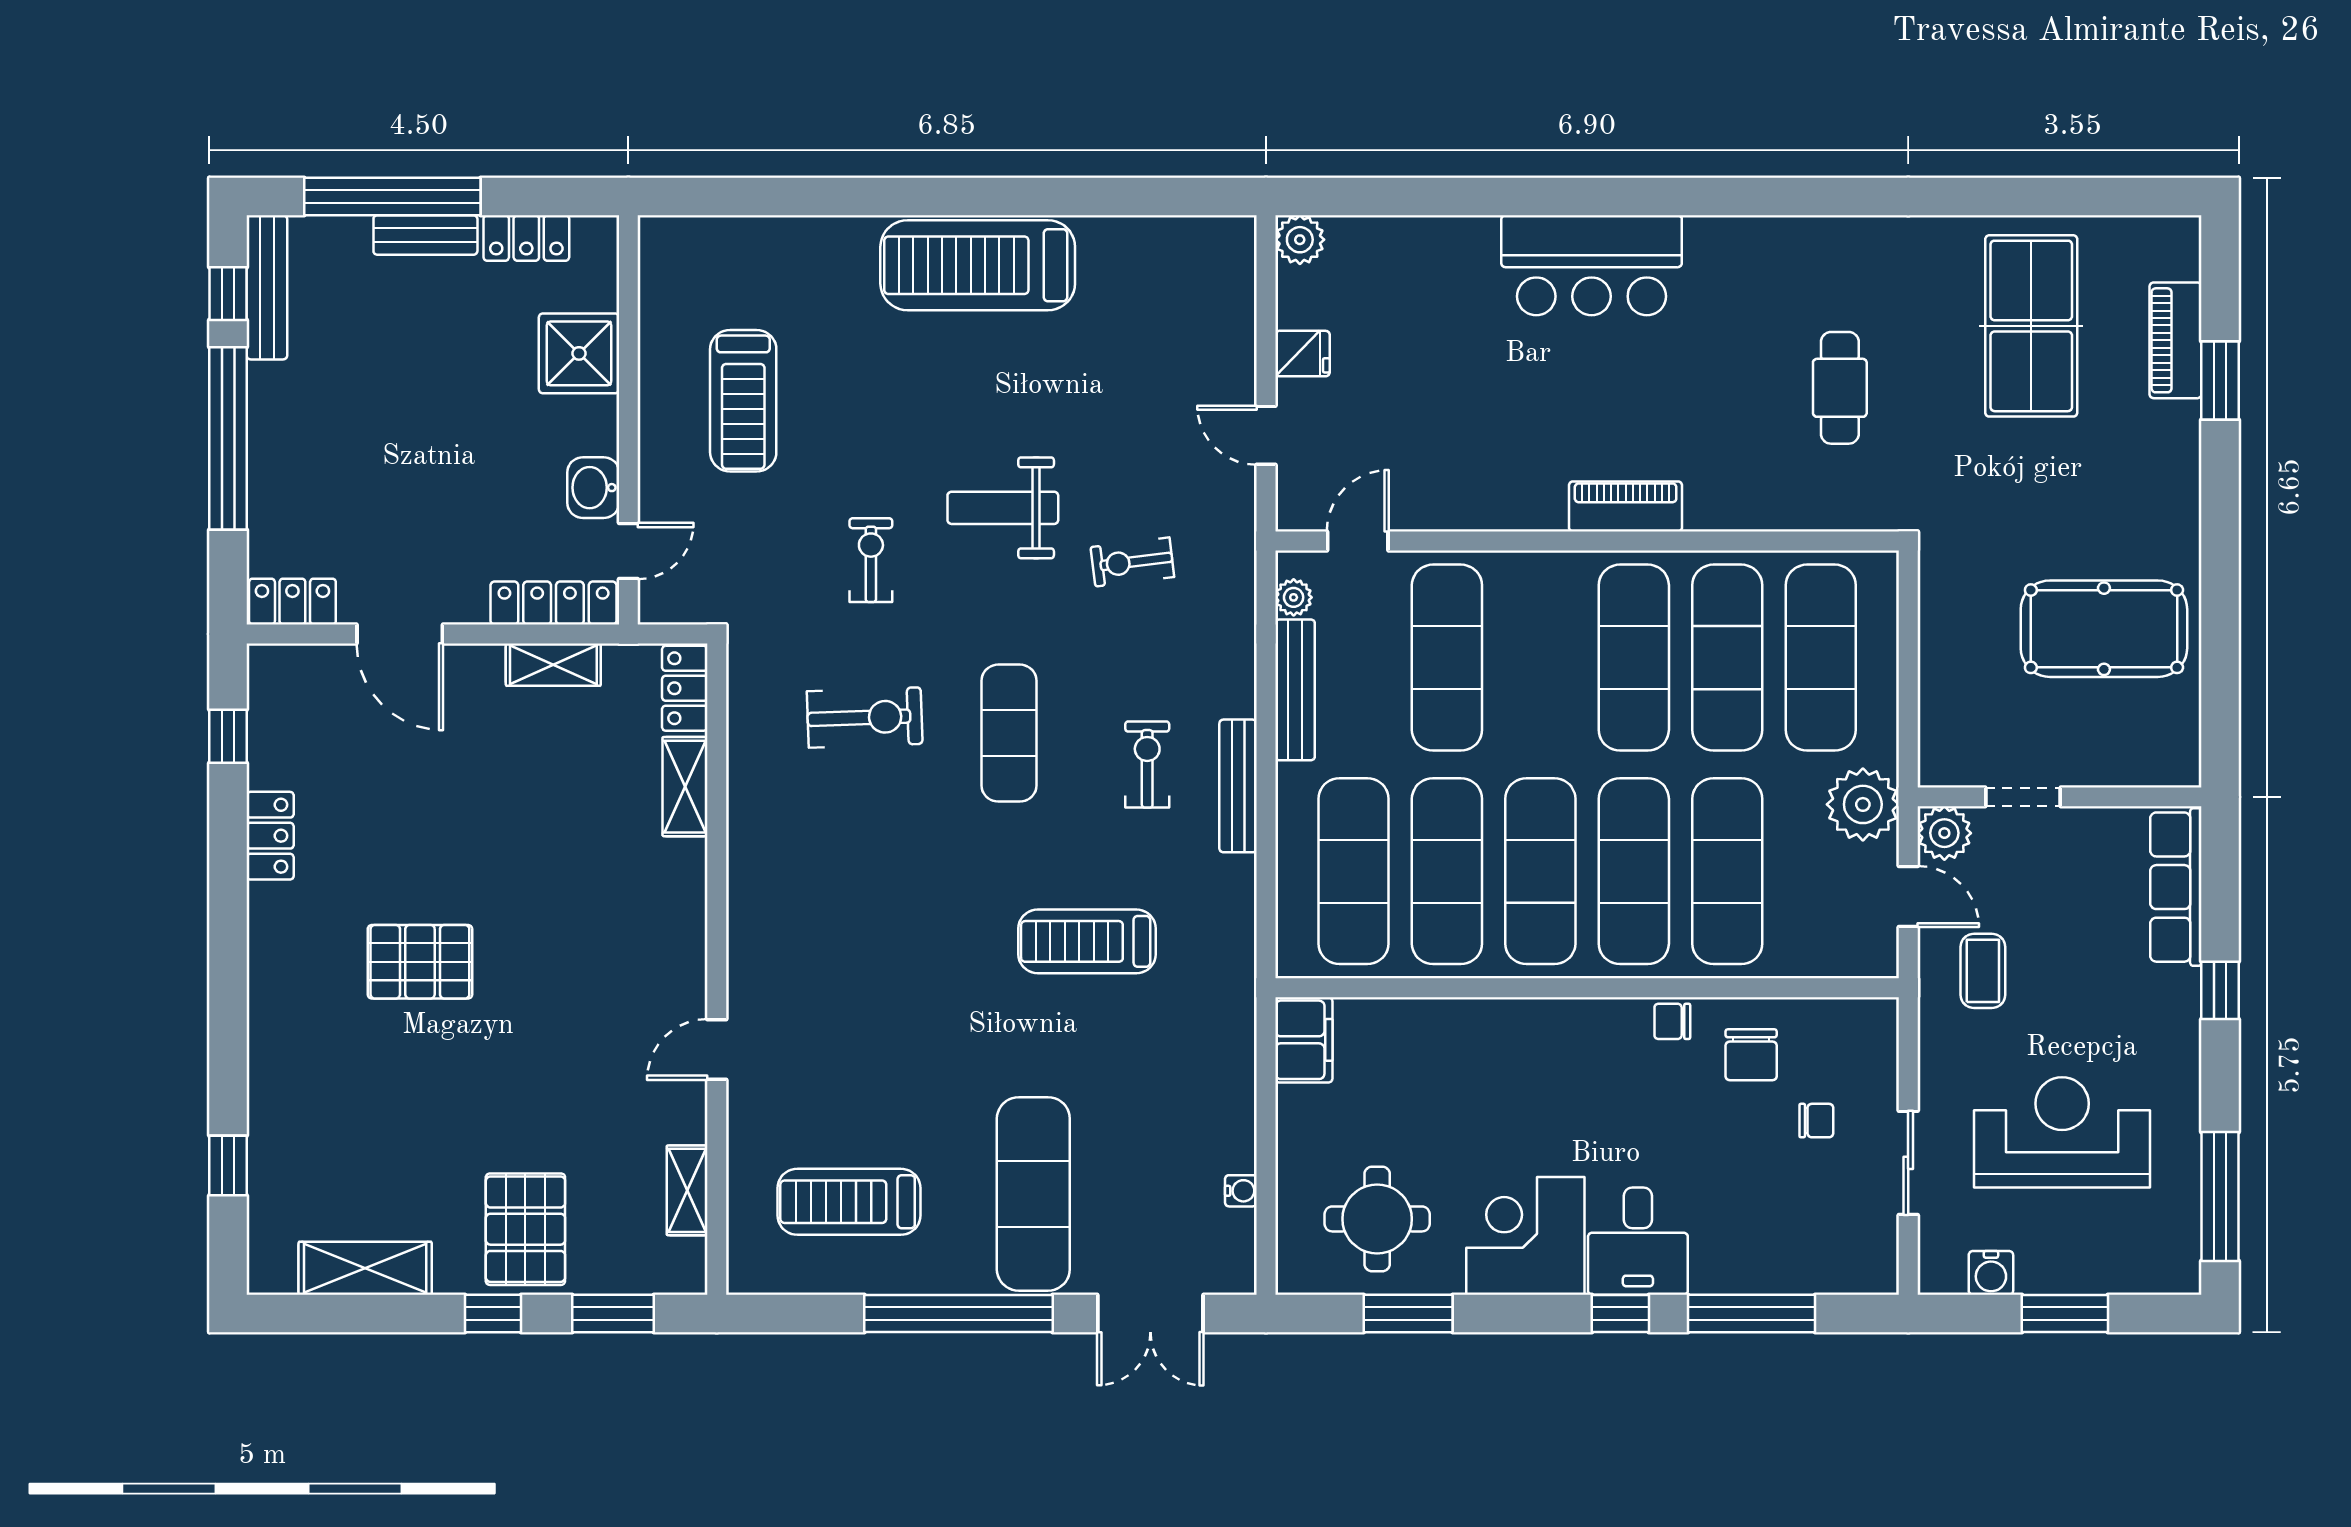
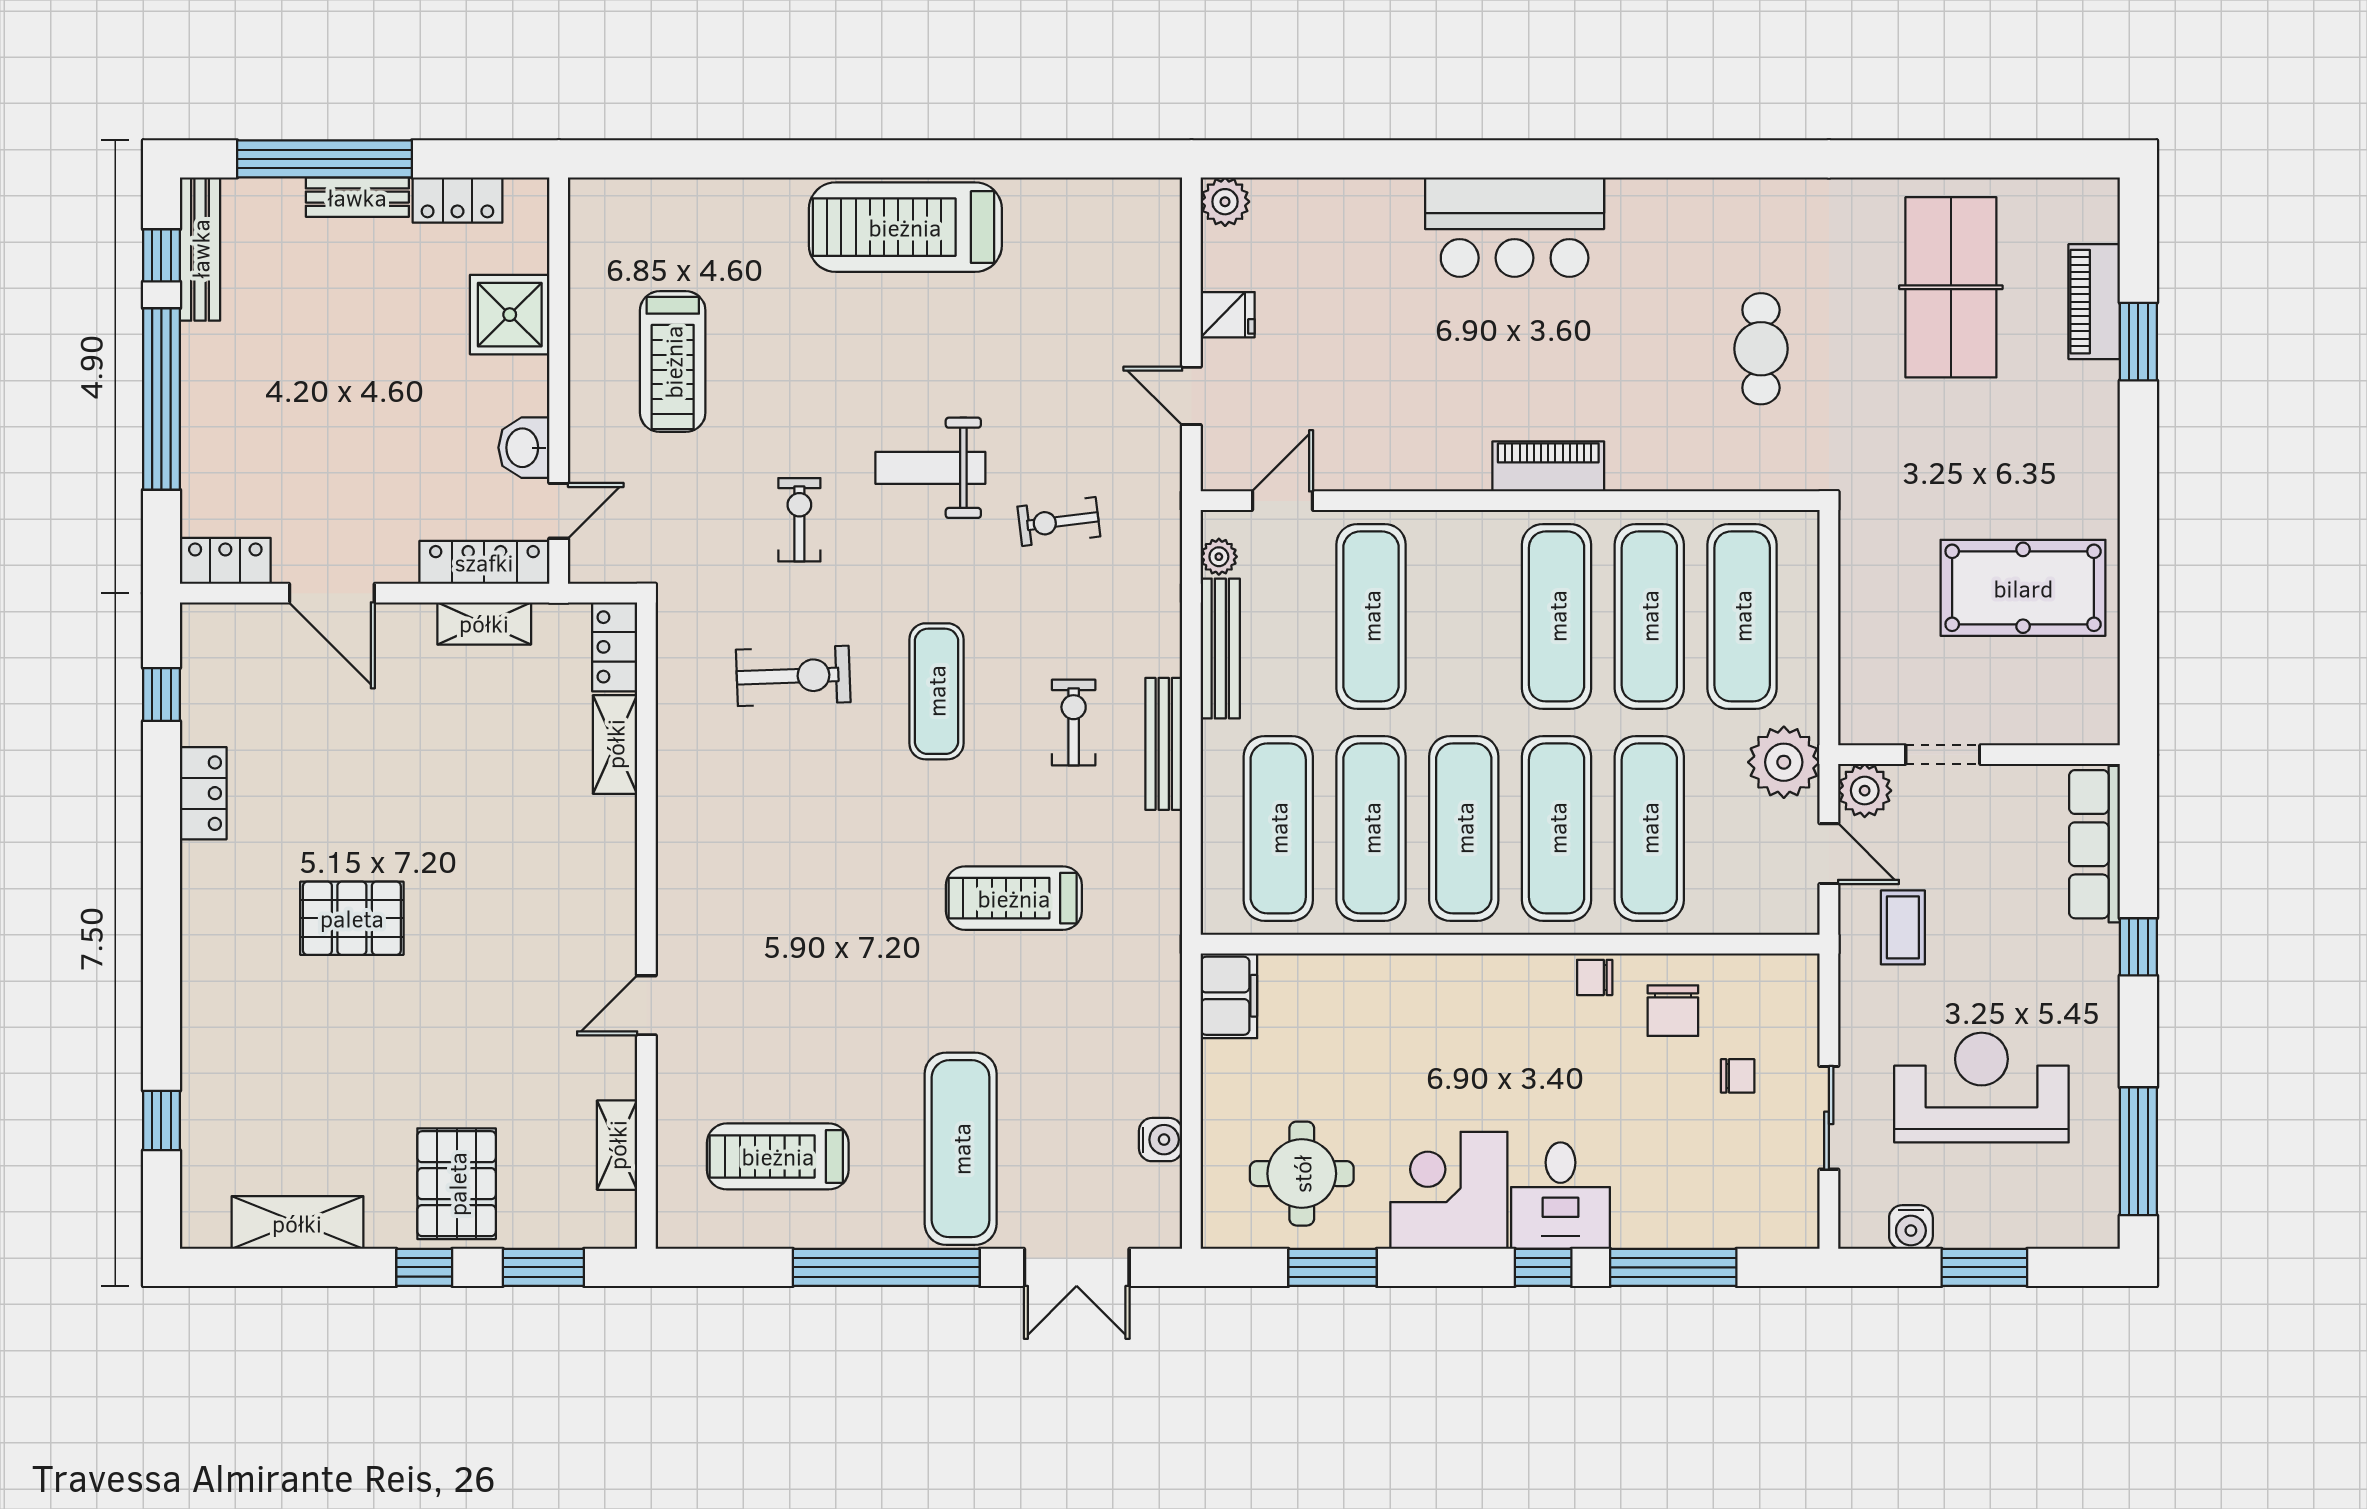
water cooler: (1241, 1191) -> (1161, 1140), width x1.38, depth x1.38

